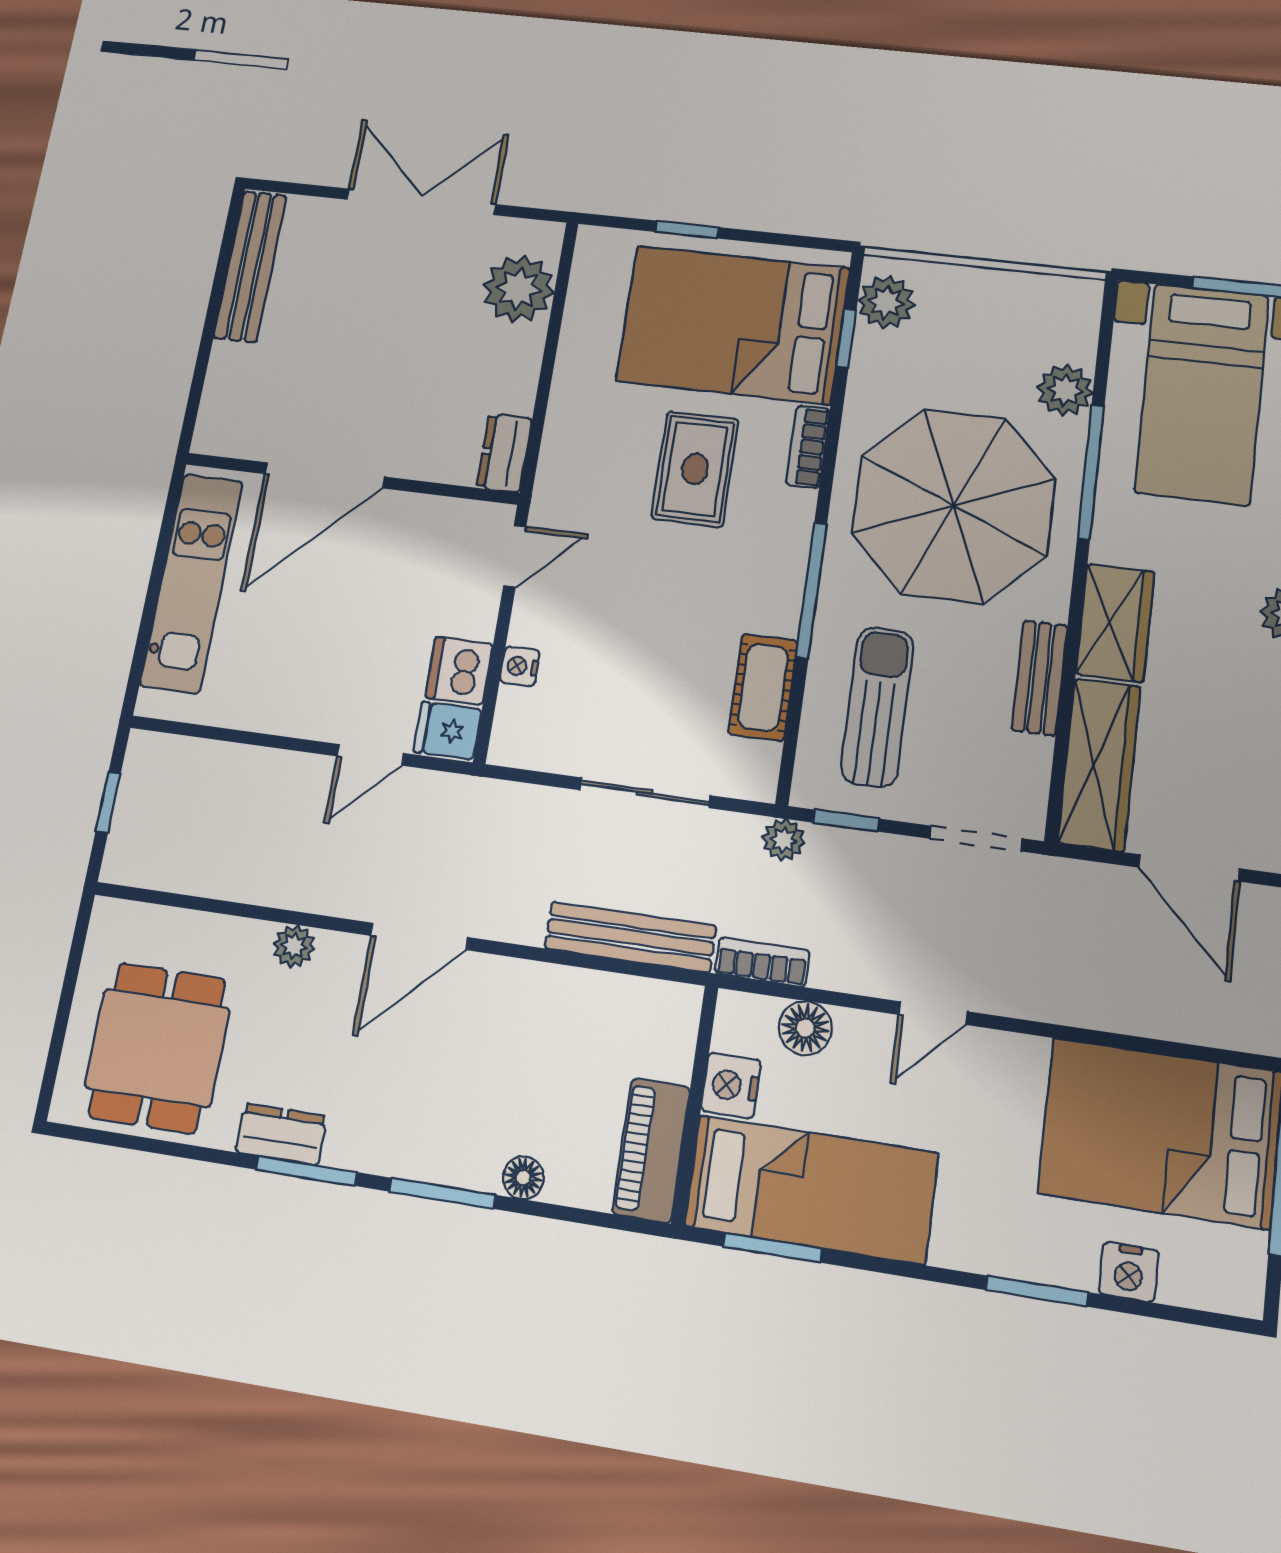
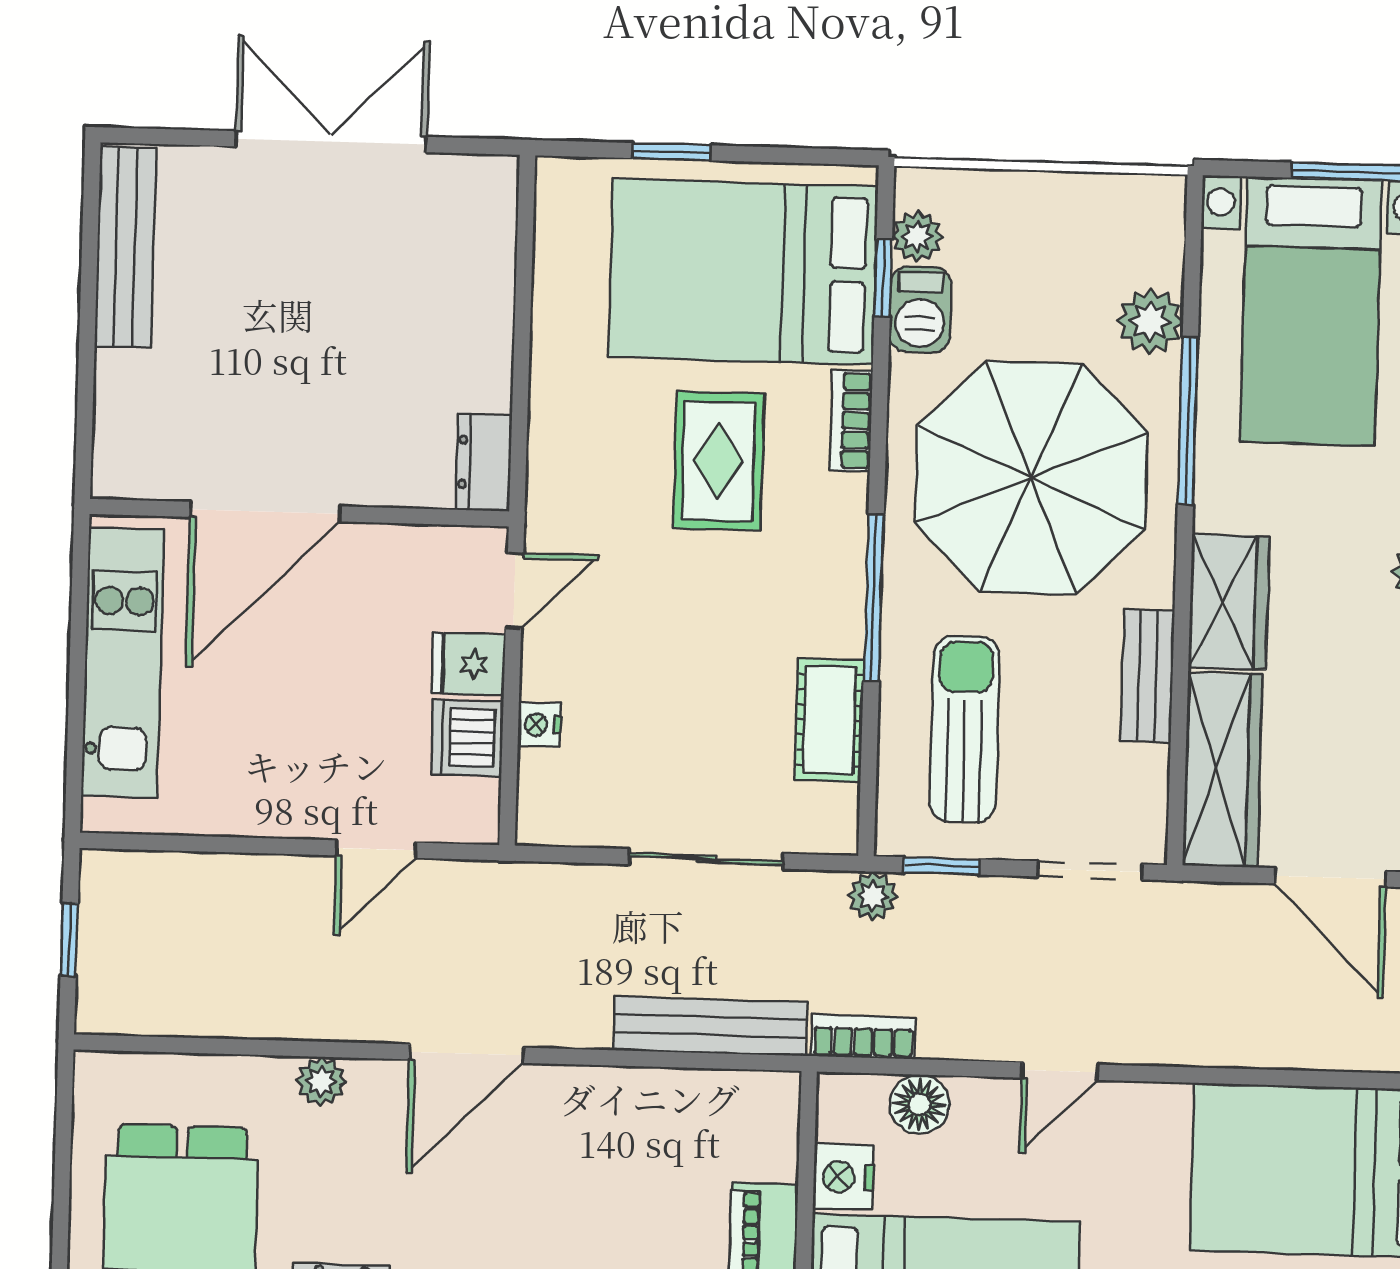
plant: (519, 289) -> (472, 248), removed
plant: (886, 302) -> (917, 236), width x0.73, depth x0.73
barbecue: (874, 365) -> (920, 310), added
fridge: (448, 731) -> (468, 664), moved

